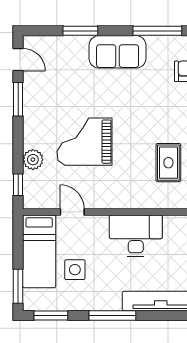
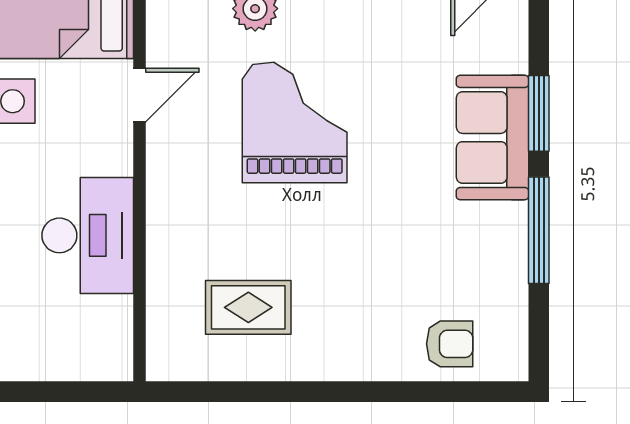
window: (157, 31) -> (539, 230), moved
sofa: (118, 52) -> (493, 138), moved

